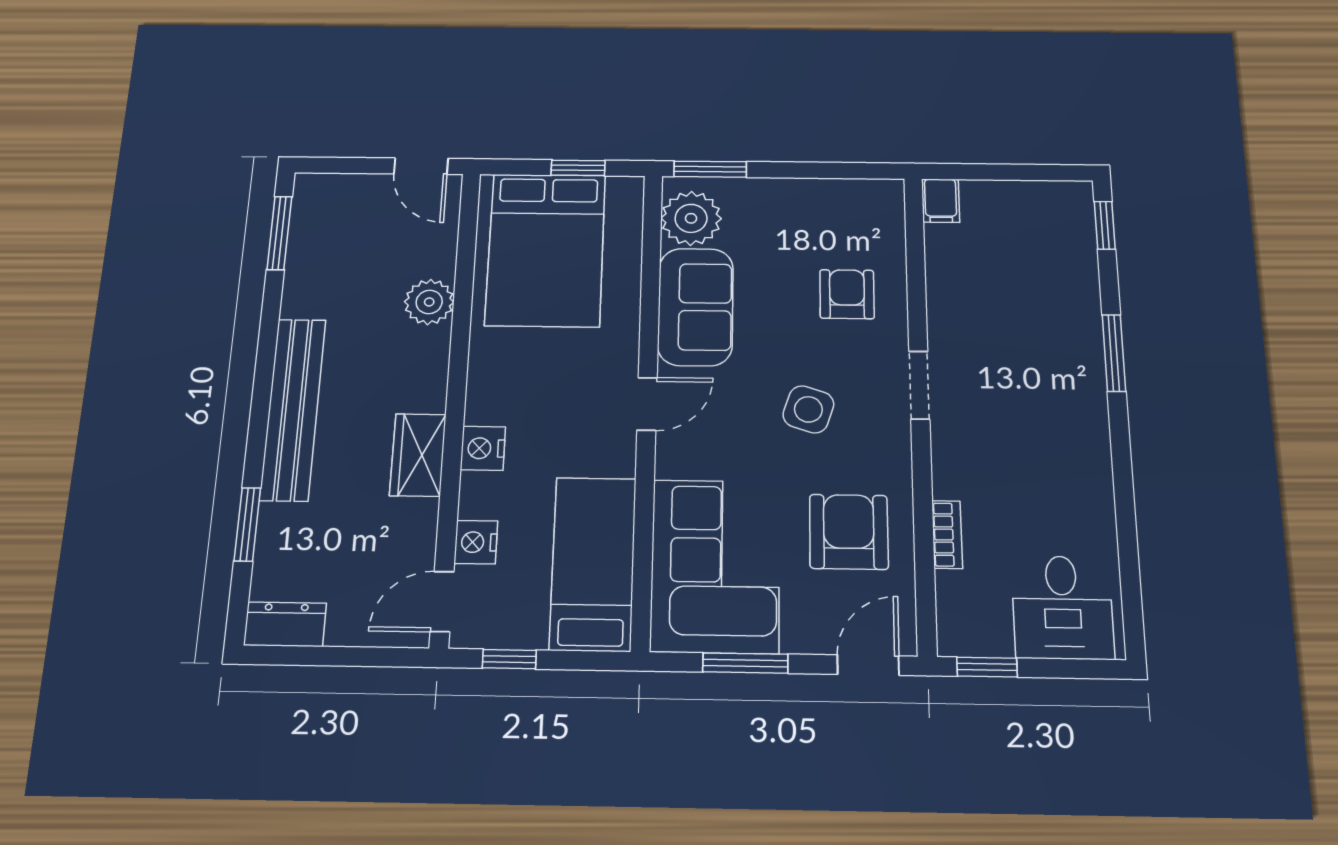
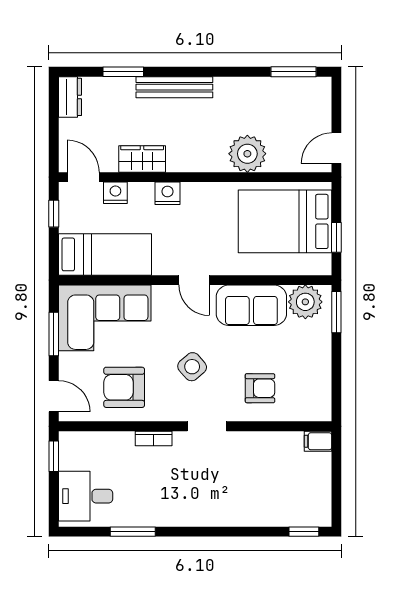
plant: (429, 302) -> (247, 154), width x1.36, depth x1.36
window: (1114, 353) -> (133, 532), moved
bench: (293, 409) -> (174, 87), width x0.73, depth x0.82
side table: (808, 409) -> (192, 367), turned 31
wardrobe: (418, 455) -> (142, 159), moved
armchair: (849, 532) -> (124, 387), turned 180
bookcase: (947, 535) -> (154, 438), moved

